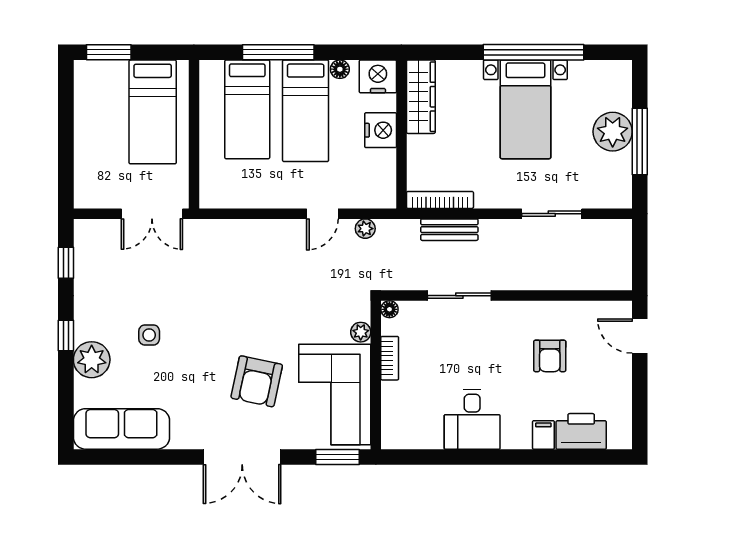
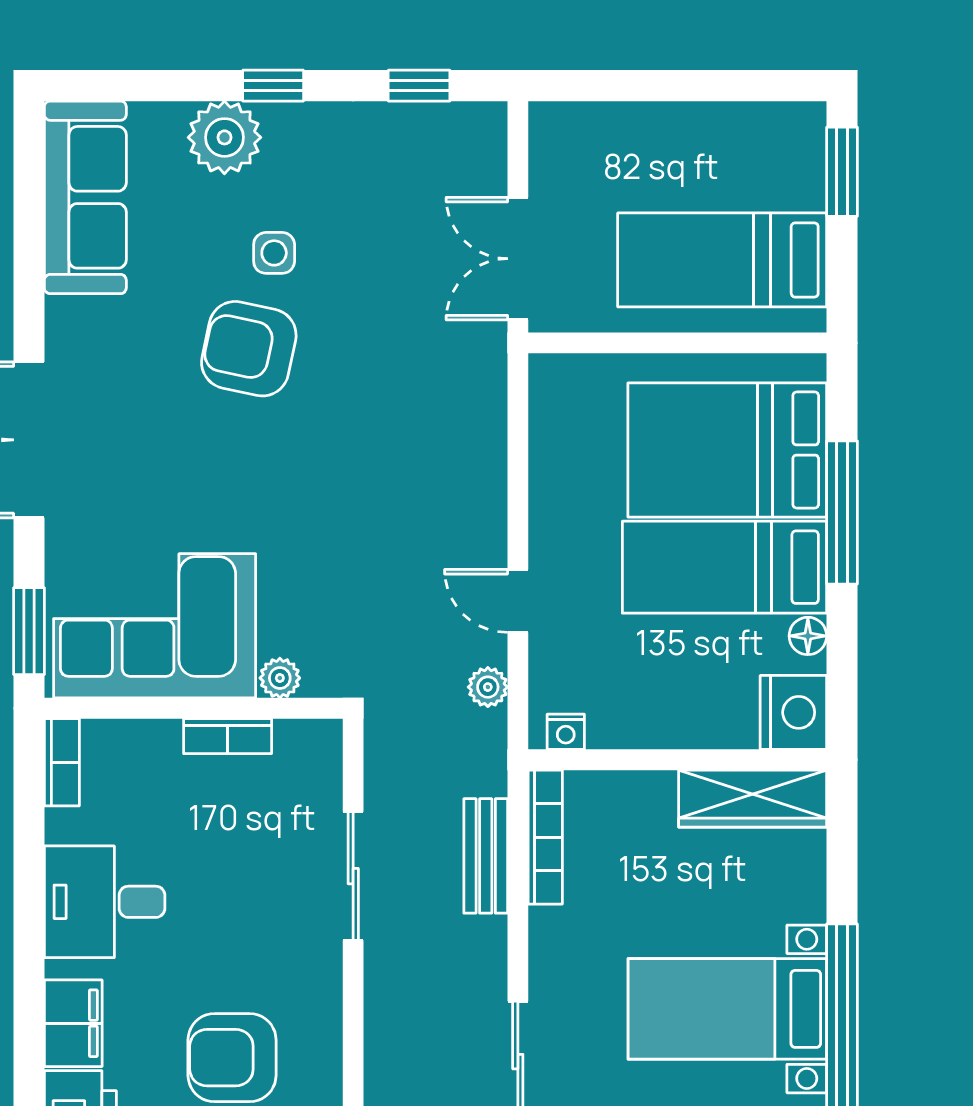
bed: (247, 109) -> (727, 450), width x1.50
nightstand: (381, 130) -> (566, 732), moved, width x0.53, depth x0.56
floor lamp: (389, 309) -> (326, 736), removed
armchair: (550, 356) -> (232, 1058), width x1.38, depth x1.38
armchair: (257, 381) -> (249, 349), moved
filing cabinet: (543, 435) -> (73, 1023), width x2.00
bookcase: (403, 441) -> (62, 762), added

